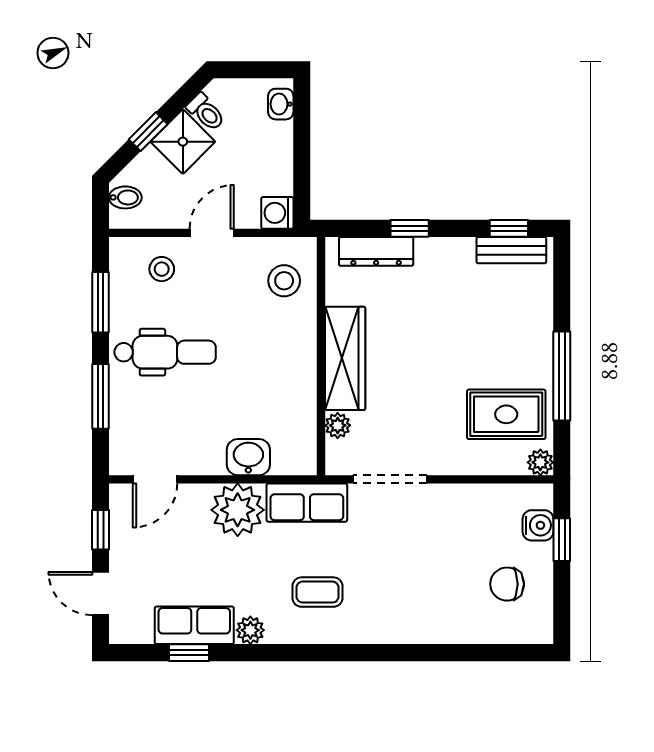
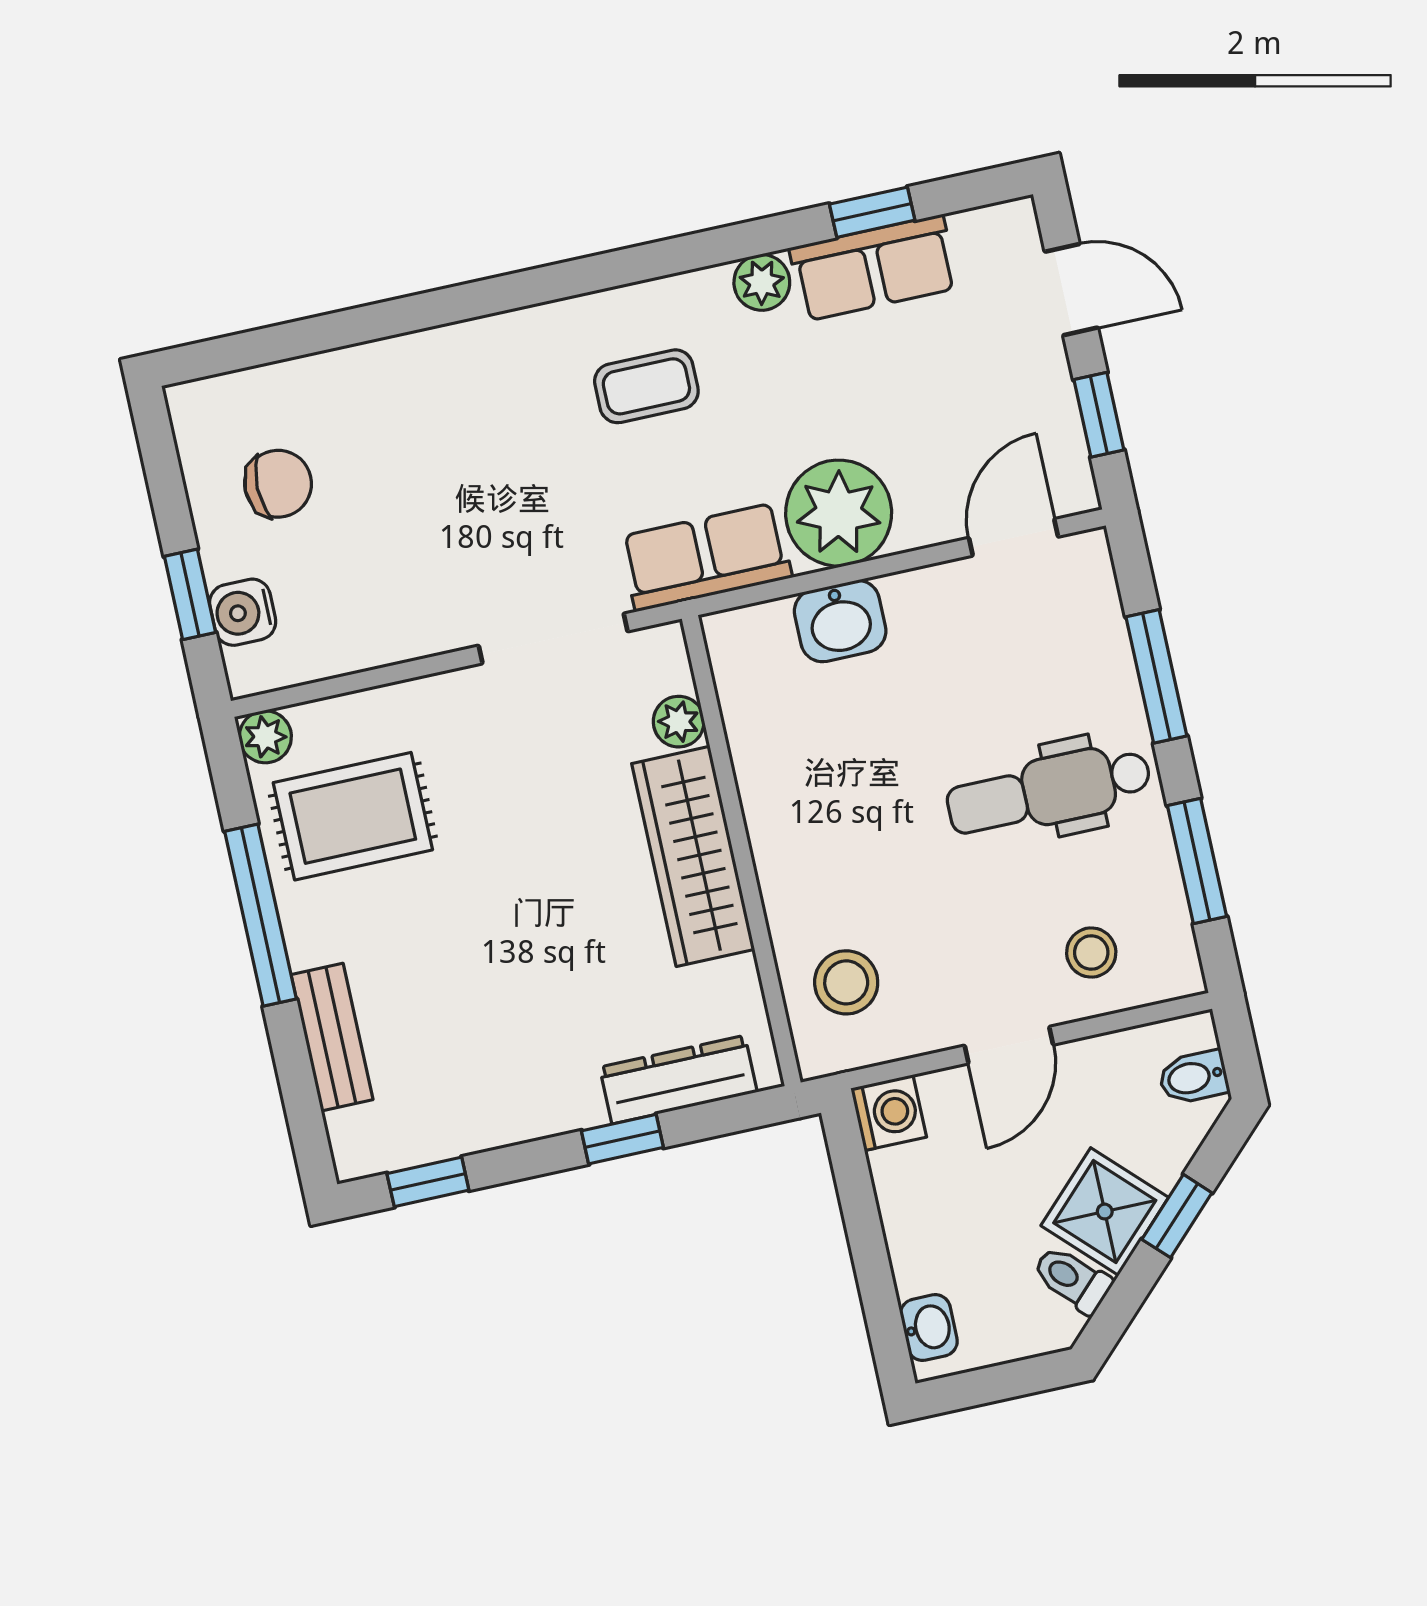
bench: (511, 250) -> (332, 1037), moved, turned 90

